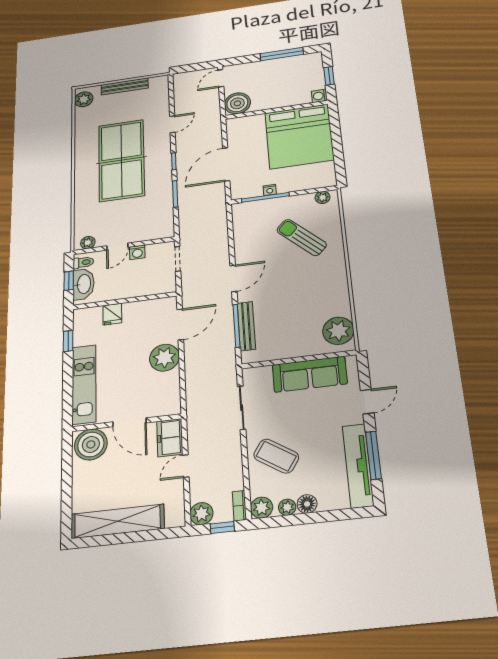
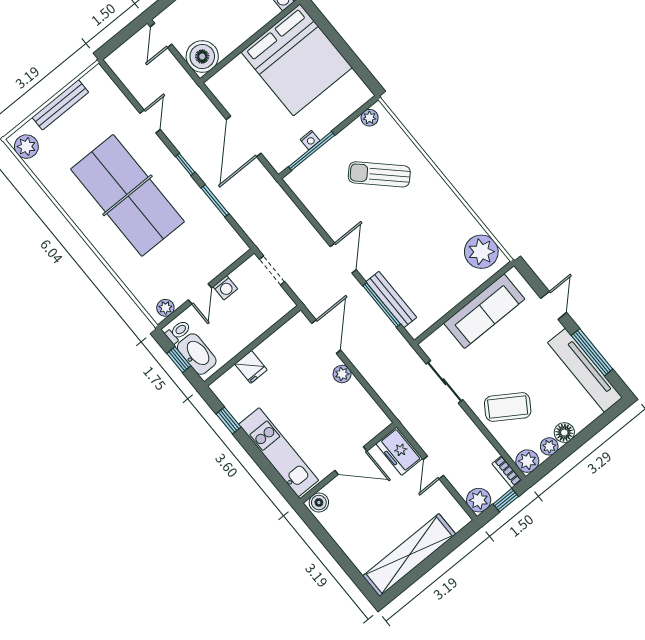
plant: (164, 358) -> (342, 374), width x0.53, depth x0.53
boiler: (91, 444) -> (319, 503), width x0.54, depth x0.54

